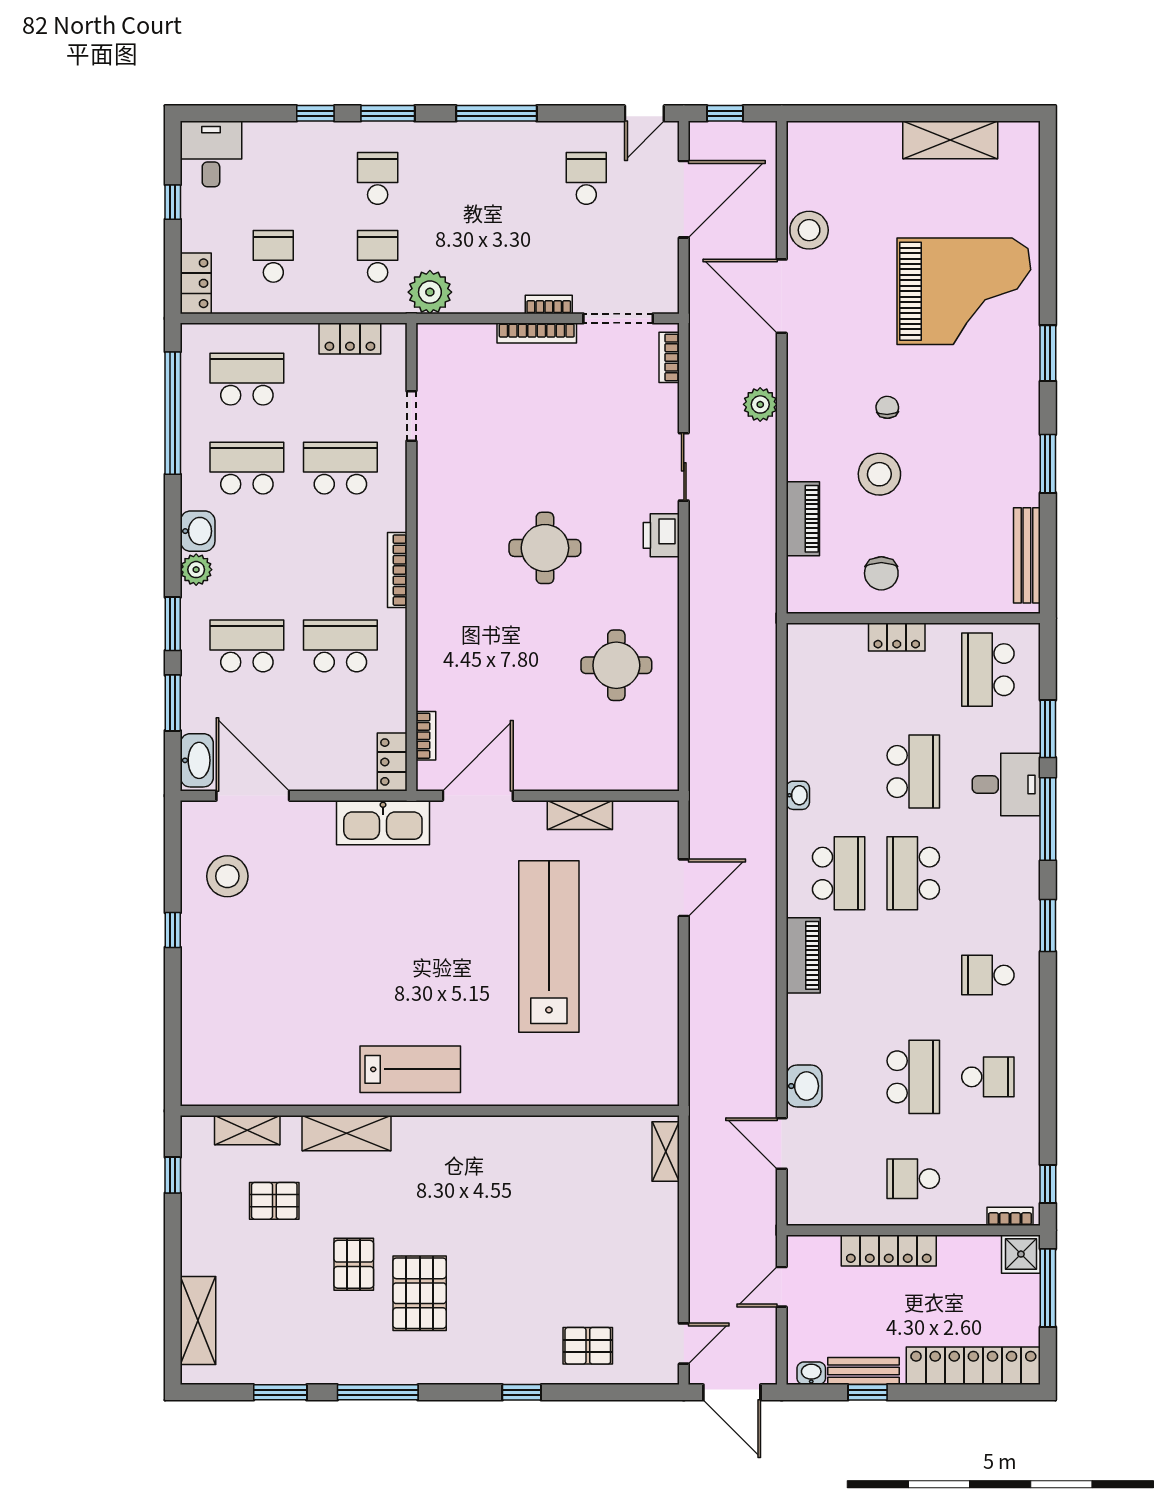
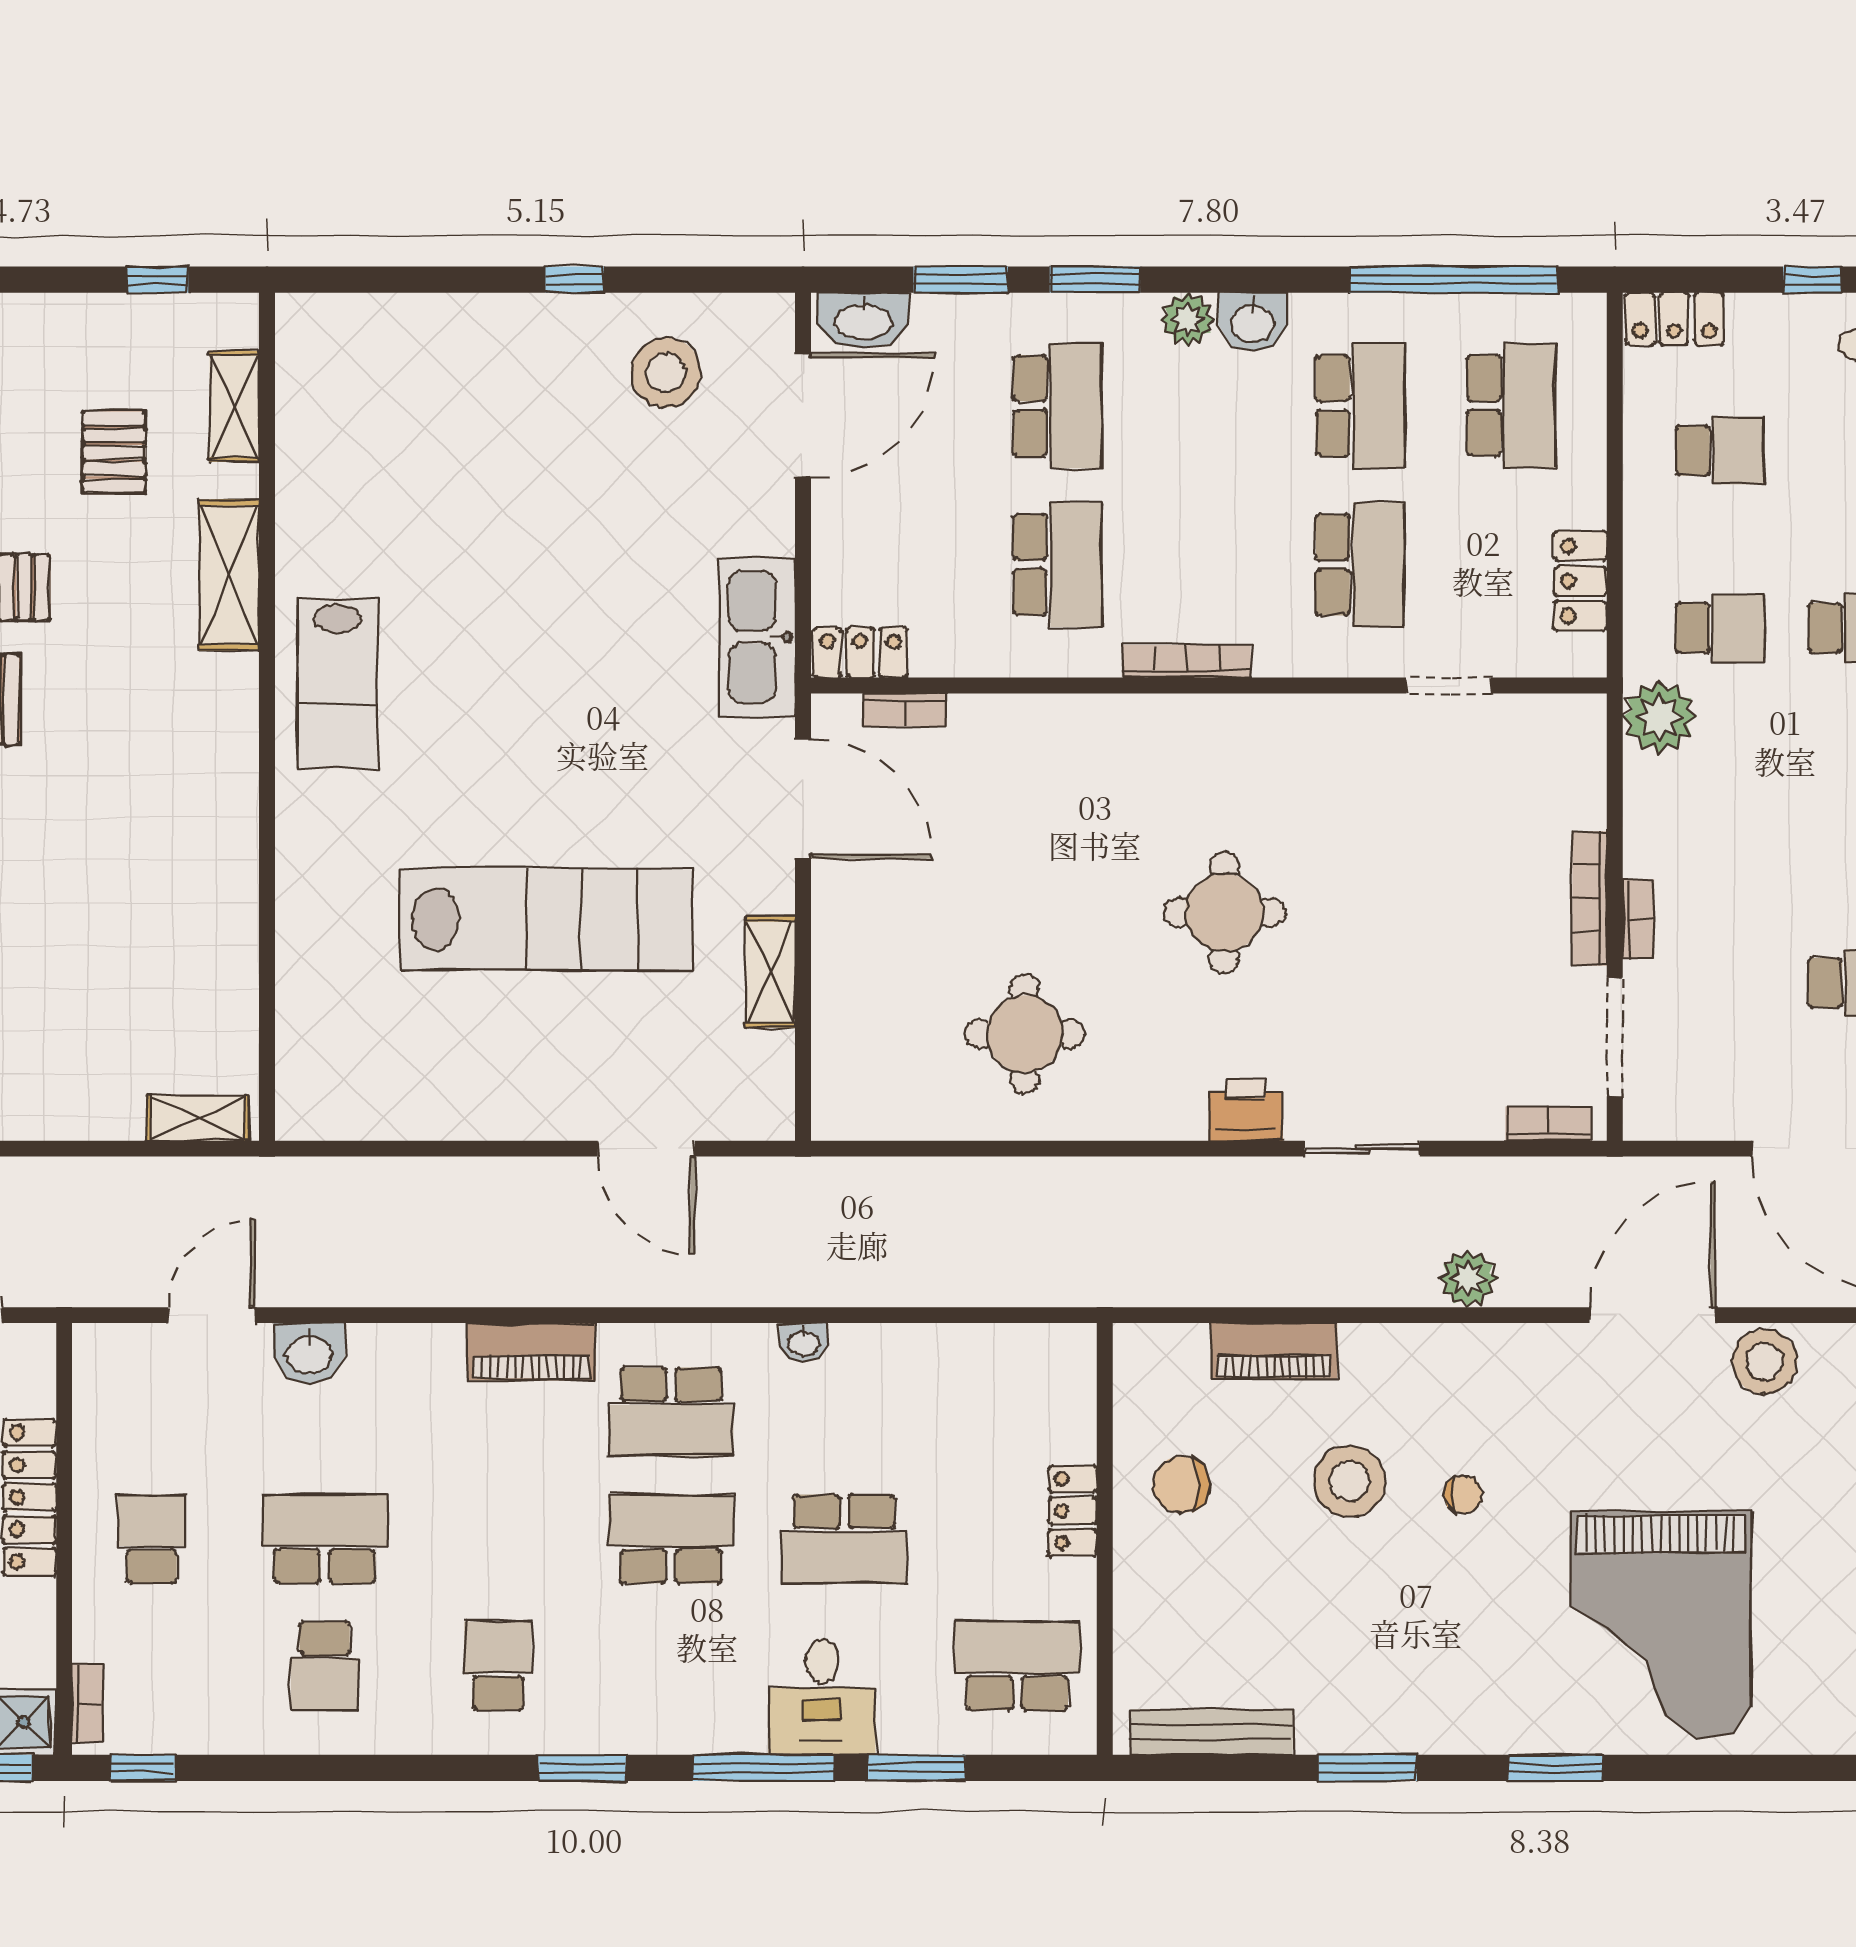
school desk: (913, 1077) -> (325, 1539), turned 180

